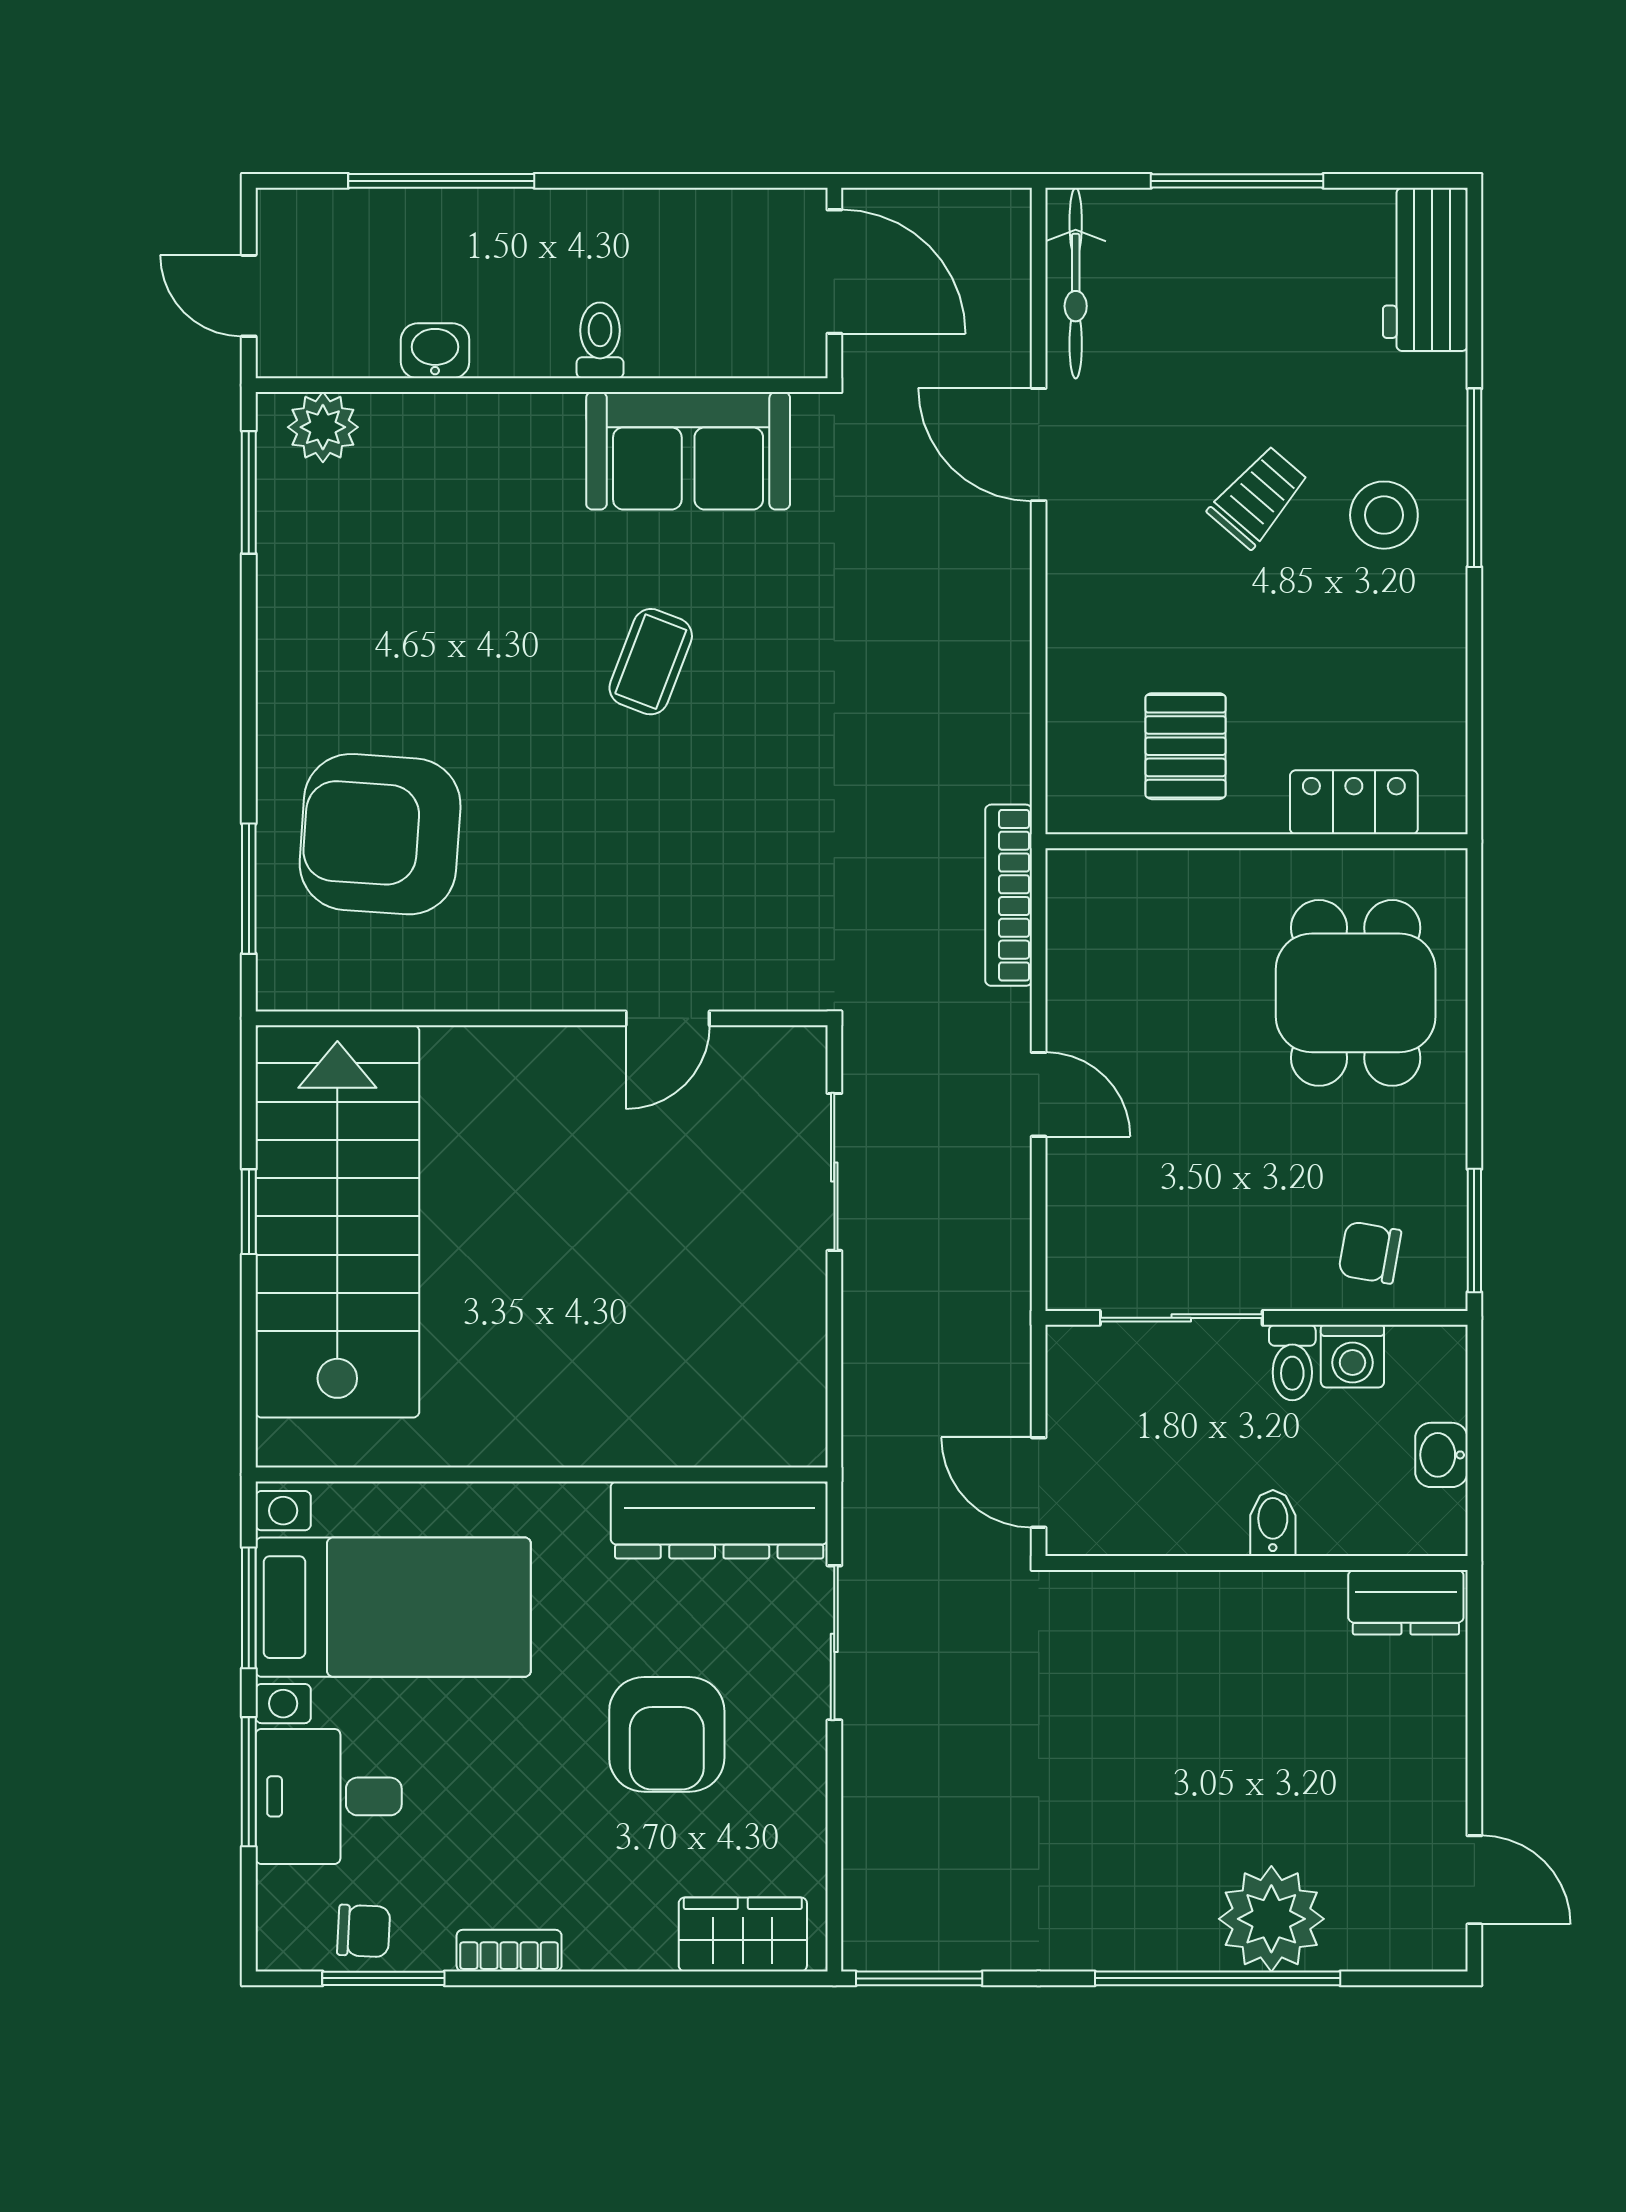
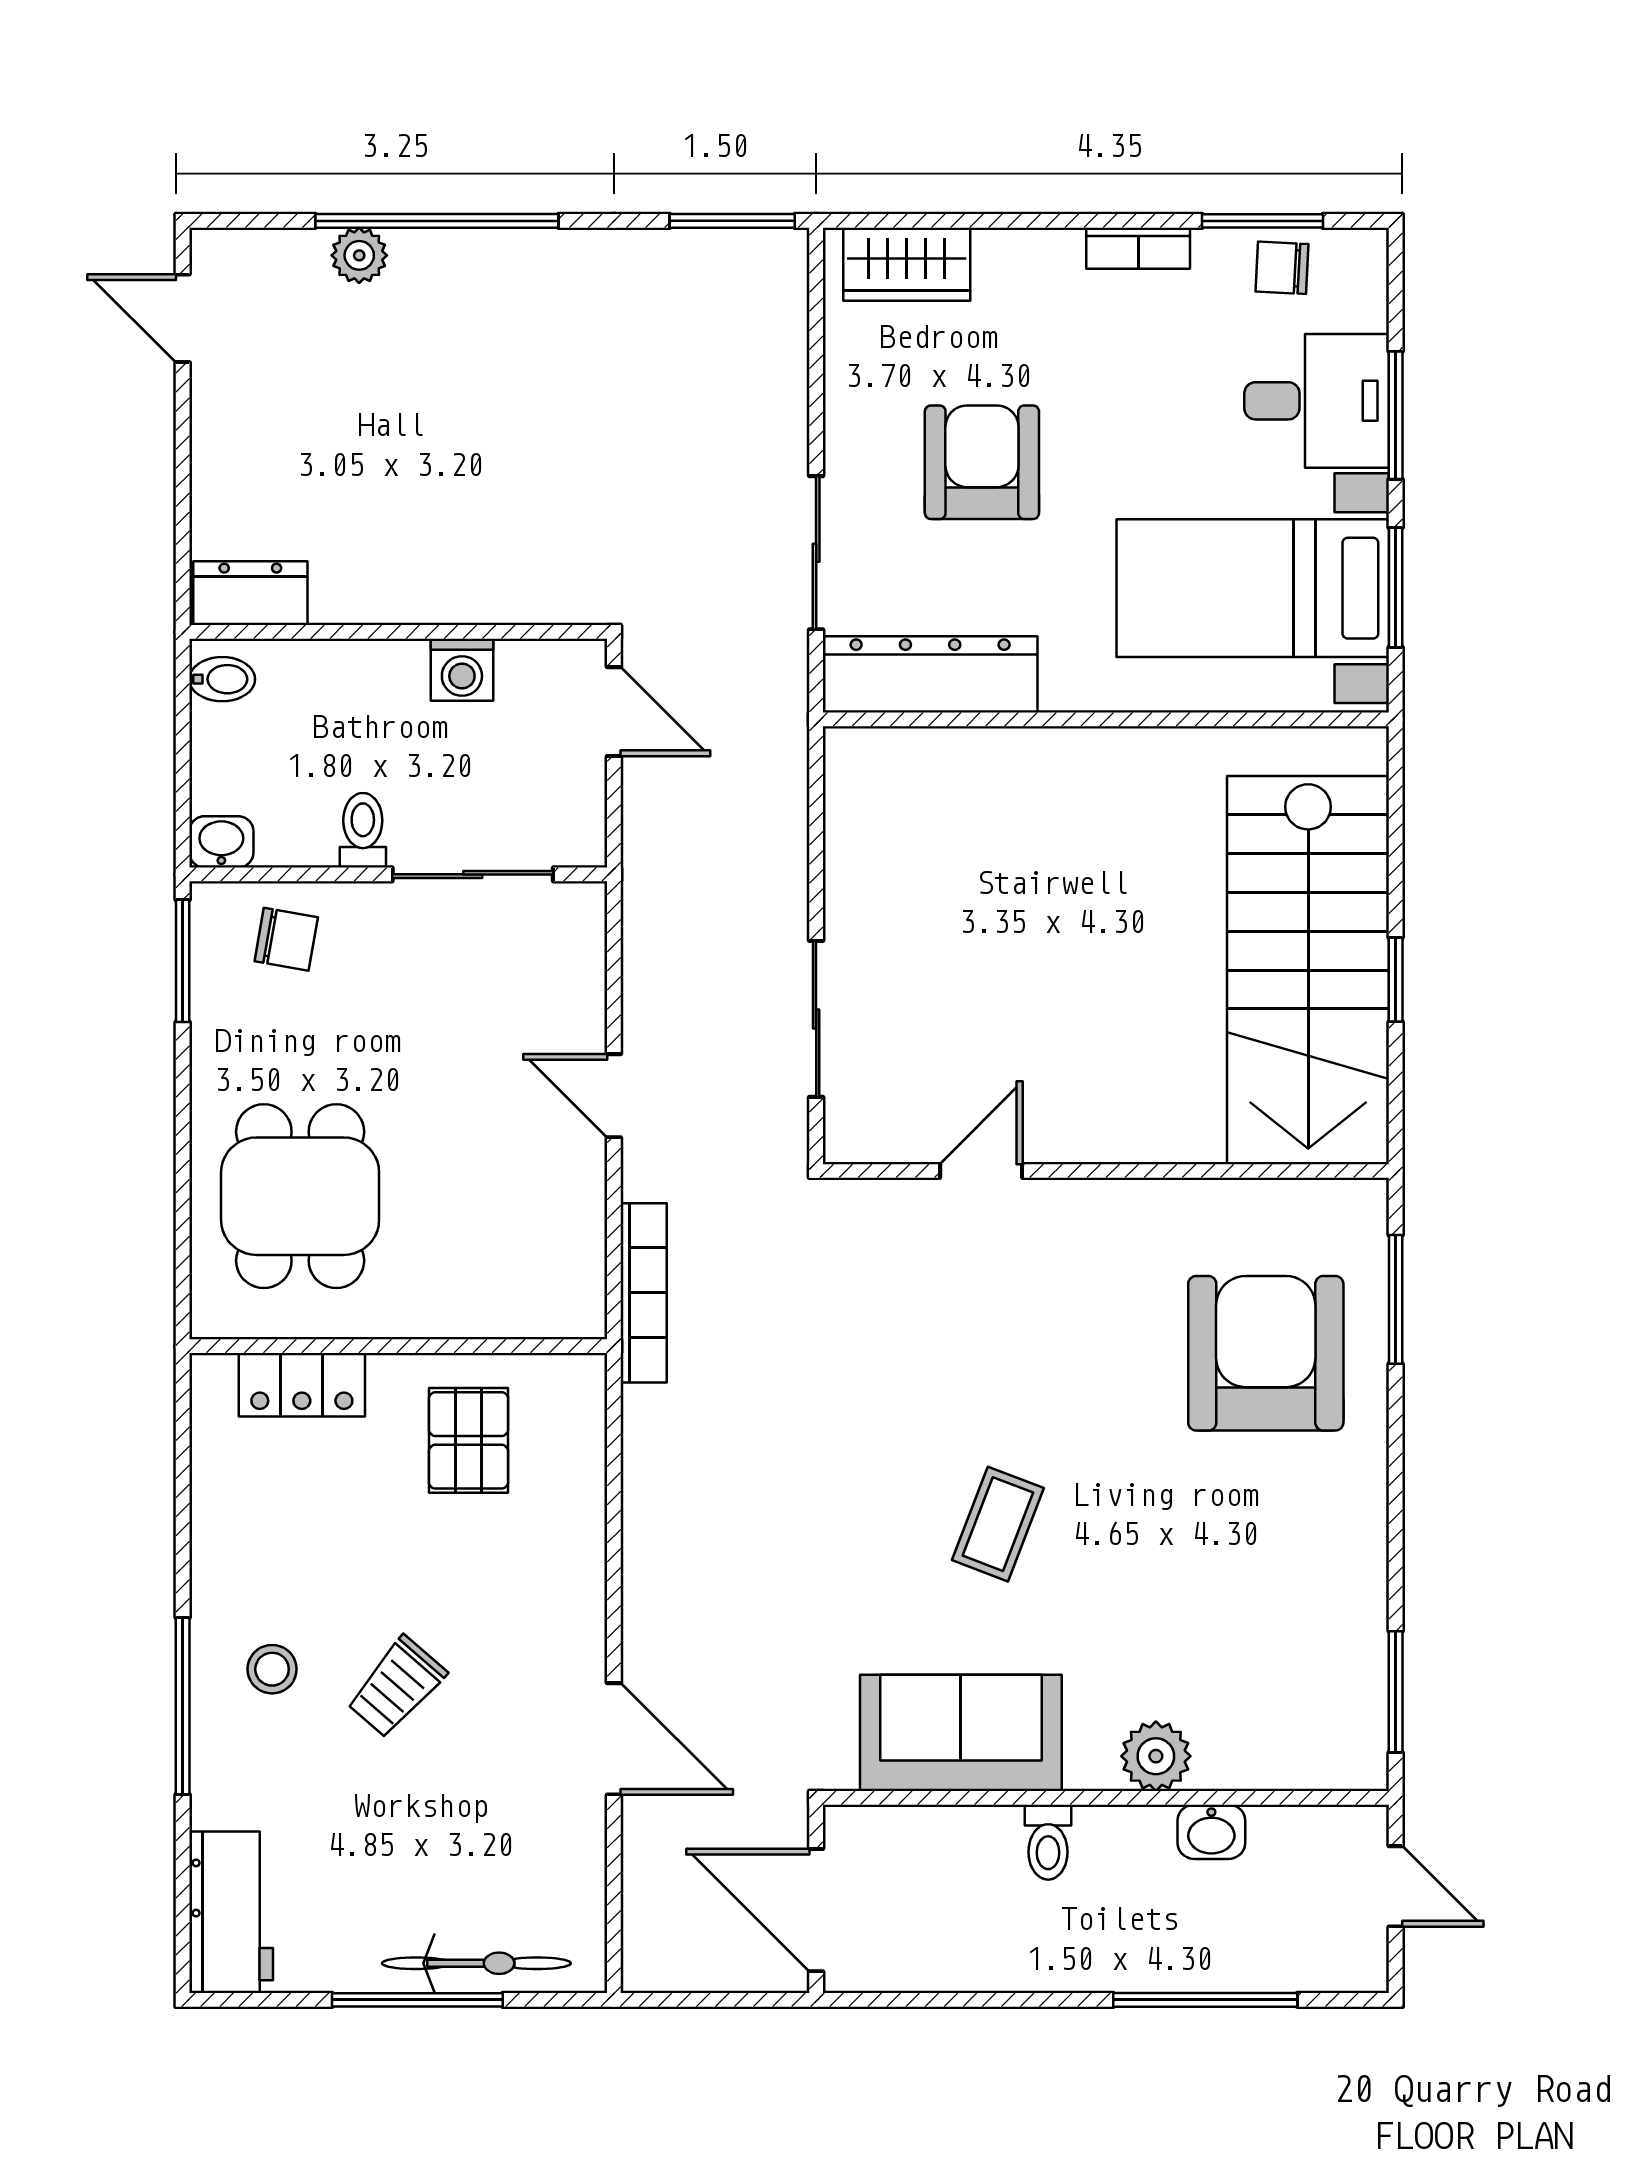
bicycle: (1076, 283) -> (476, 1963), moved, turned 90
plant: (323, 427) -> (1156, 1756), moved
stool: (1384, 515) -> (272, 1669), width x0.73, depth x0.73
armchair: (380, 834) -> (1266, 1353), turned -94
washing machine: (1352, 1356) -> (462, 670), moved, turned 180
washbasin: (1441, 1455) -> (221, 842), moved, turned -90
bidet: (1273, 1523) -> (222, 679), moved, turned -90
plant: (1271, 1919) -> (359, 255), width x0.53, depth x0.53

